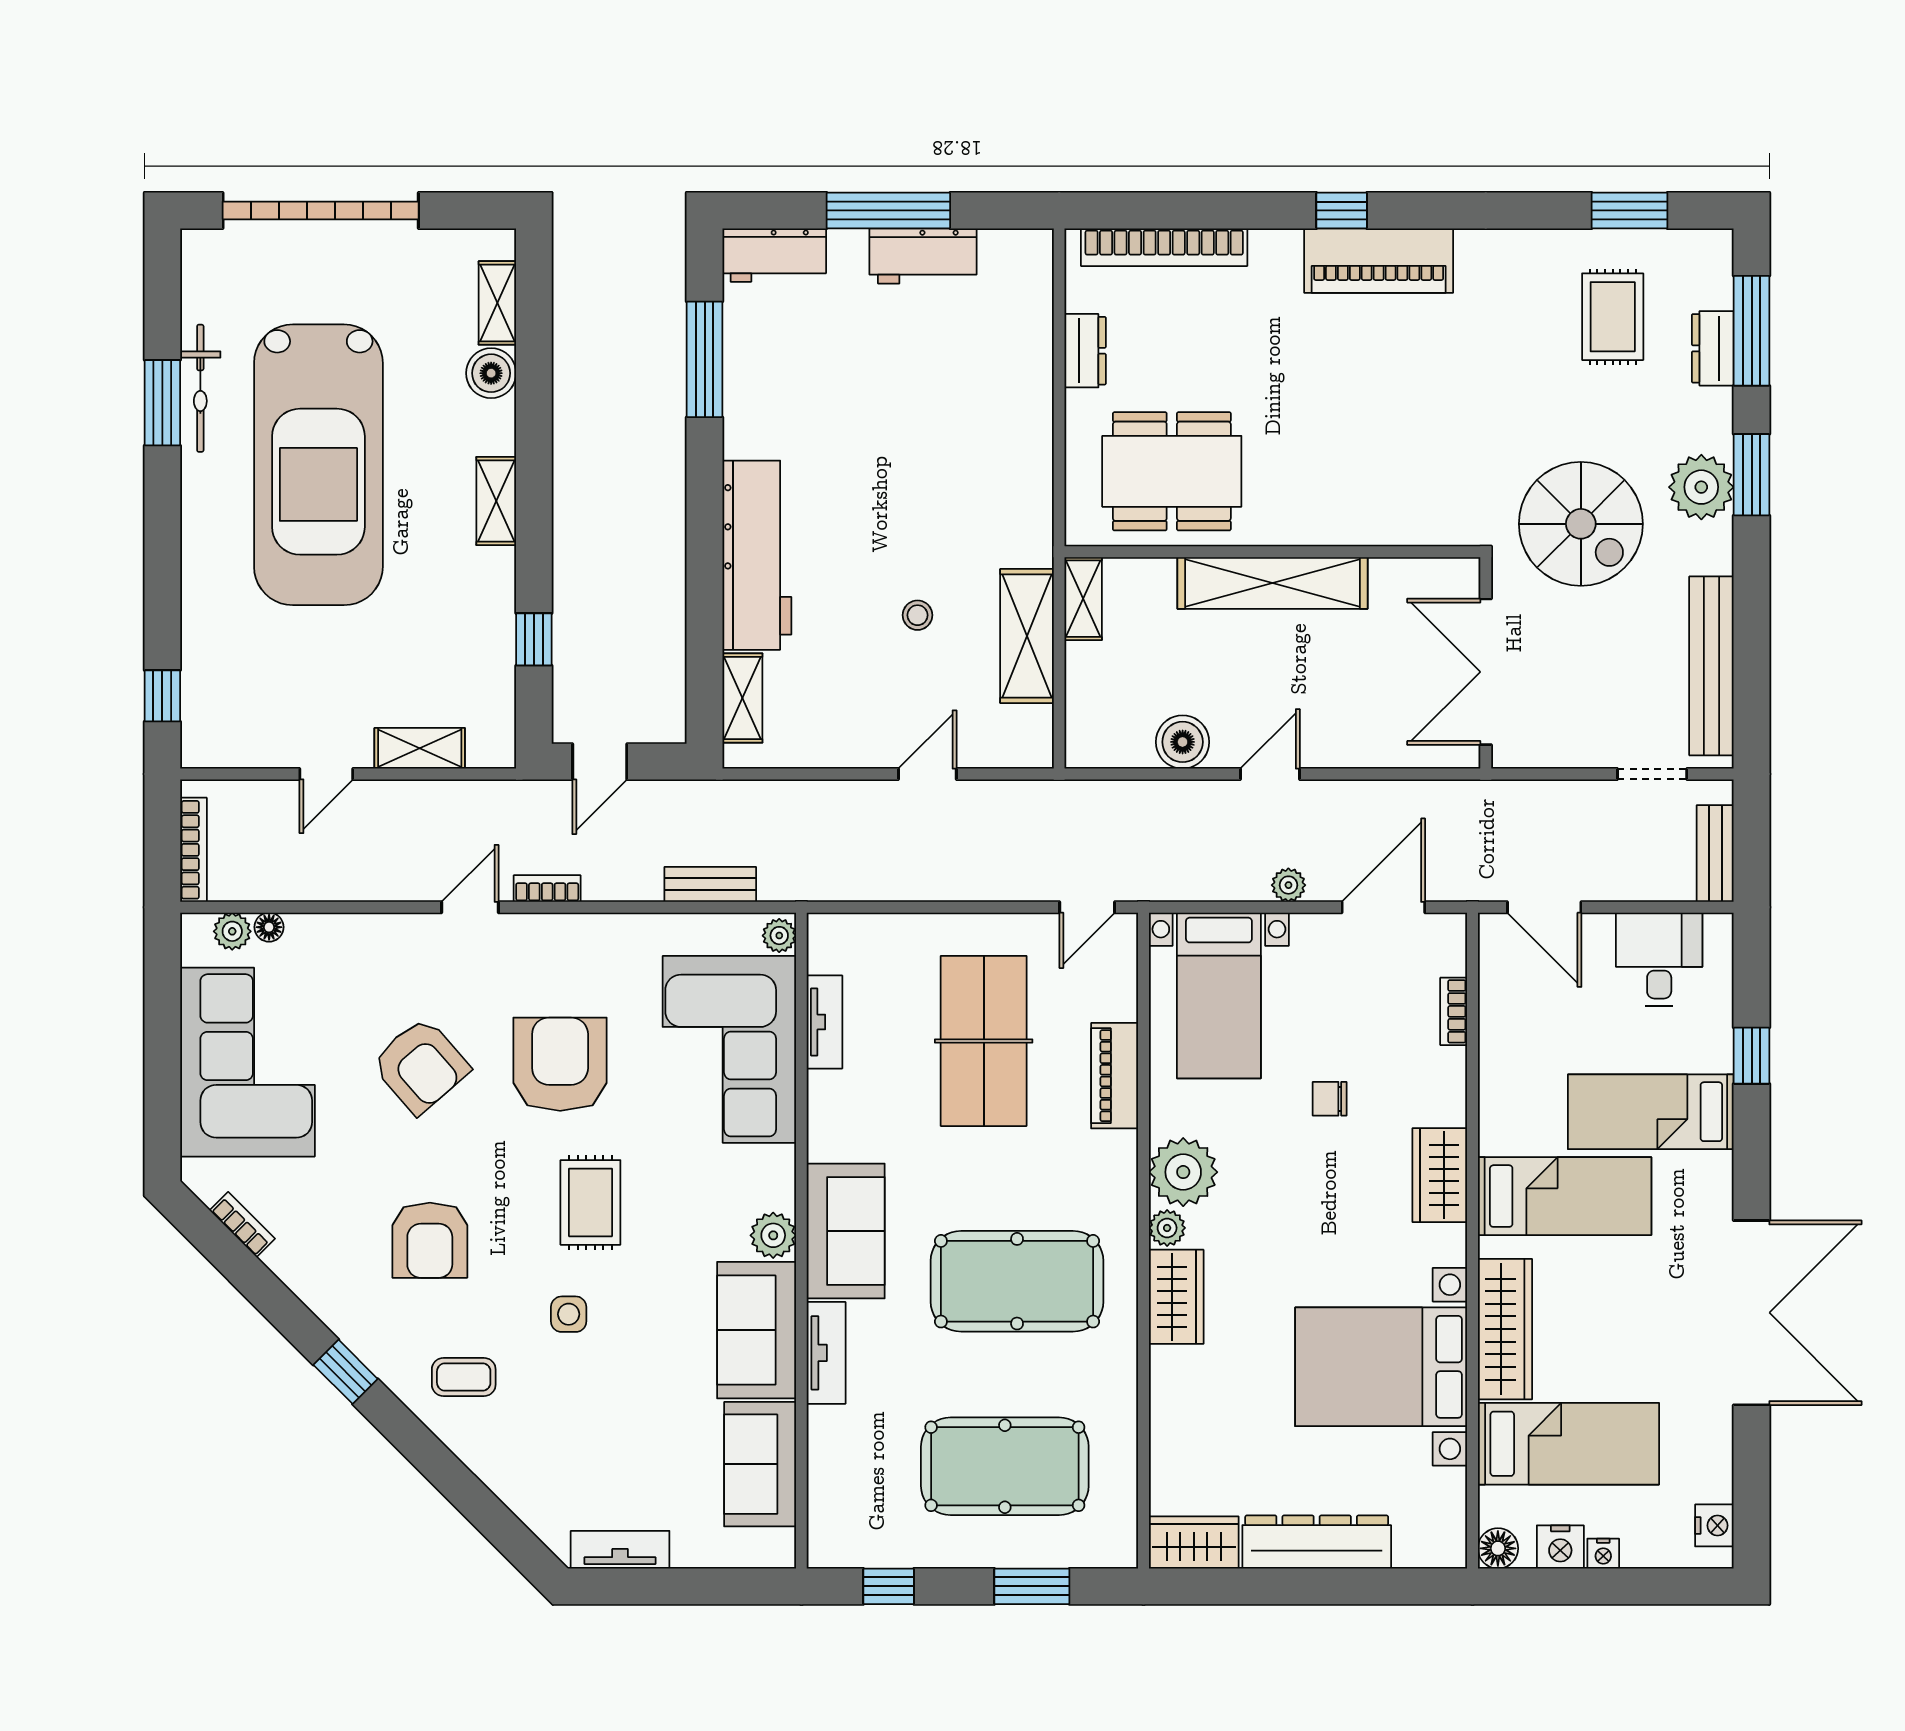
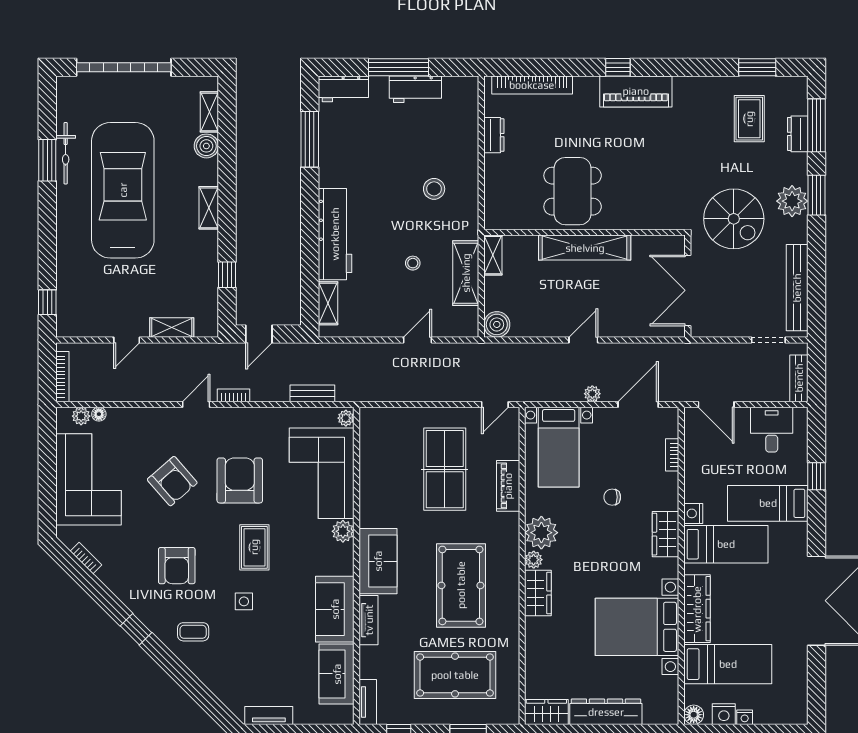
stool: (961, 462) -> (434, 189), added
car: (318, 465) -> (123, 190), turned 180
dining table: (1172, 471) -> (573, 191), moved, turned 90
boiler: (1183, 742) -> (497, 324), moved
tv unit: (825, 1022) -> (368, 702), moved
plant: (773, 1235) -> (343, 531), moved
pool table: (1017, 1281) -> (461, 585), turned 90
nightstand: (1714, 1525) -> (693, 513), moved, turned 180

